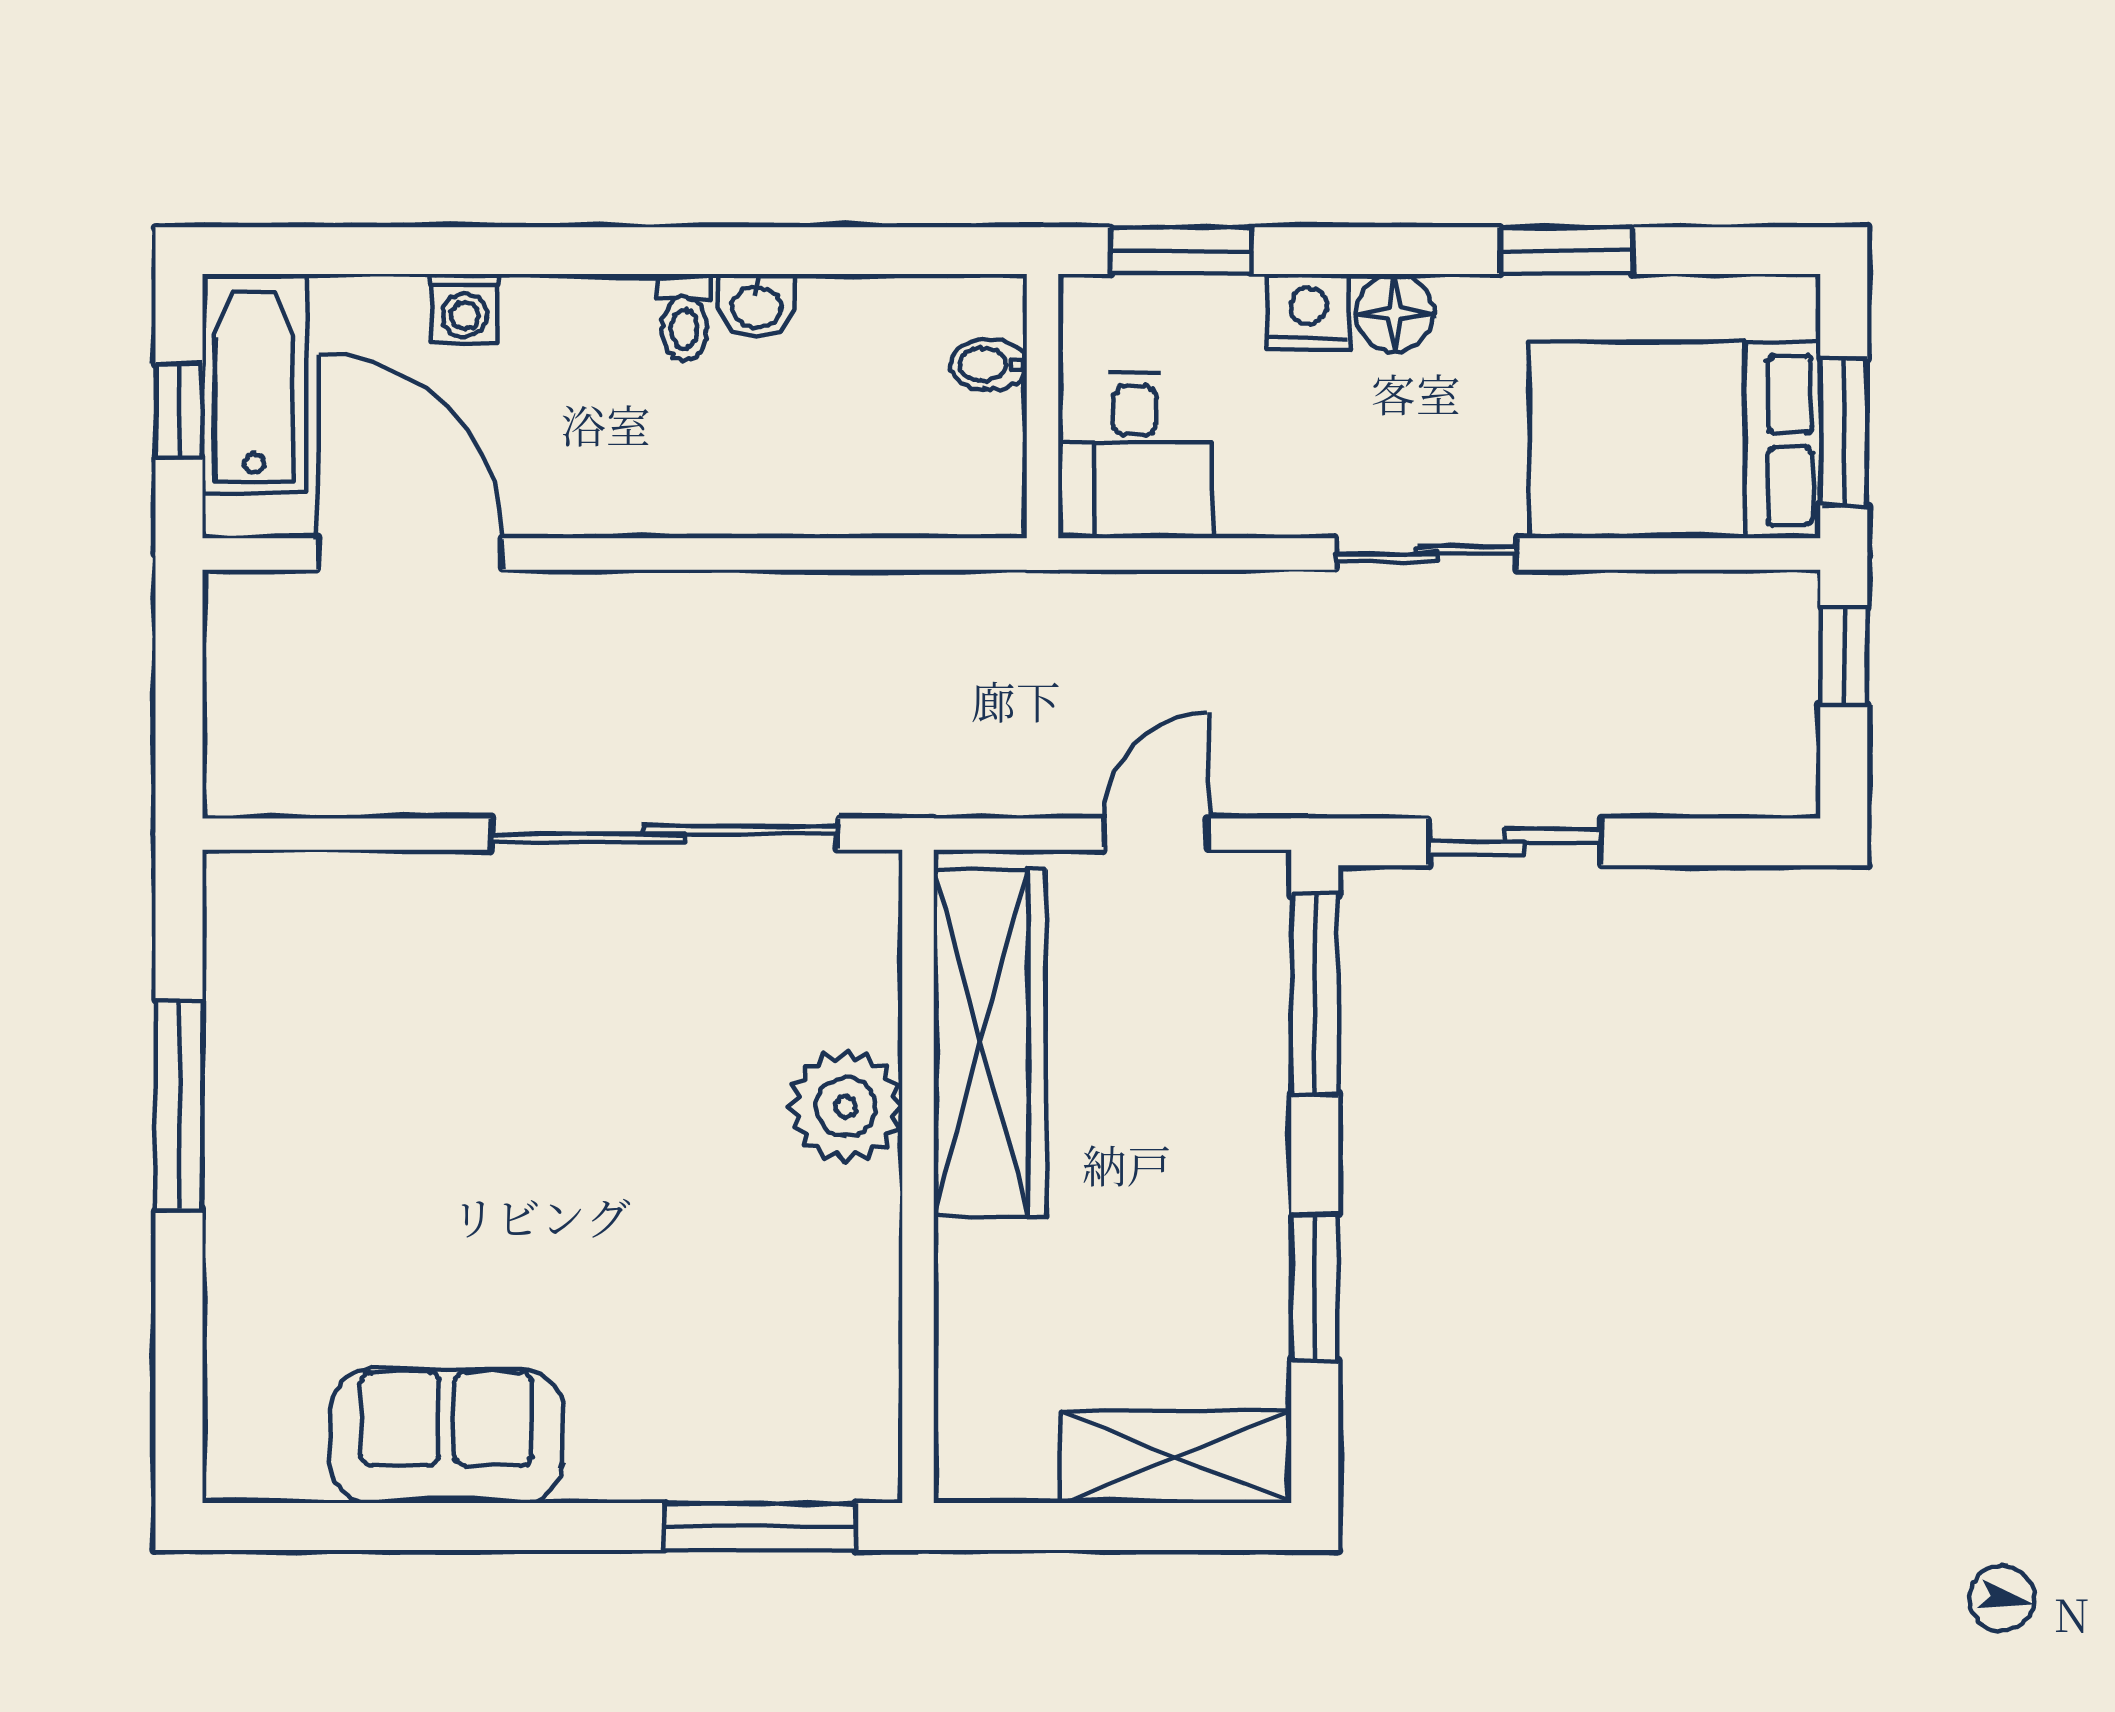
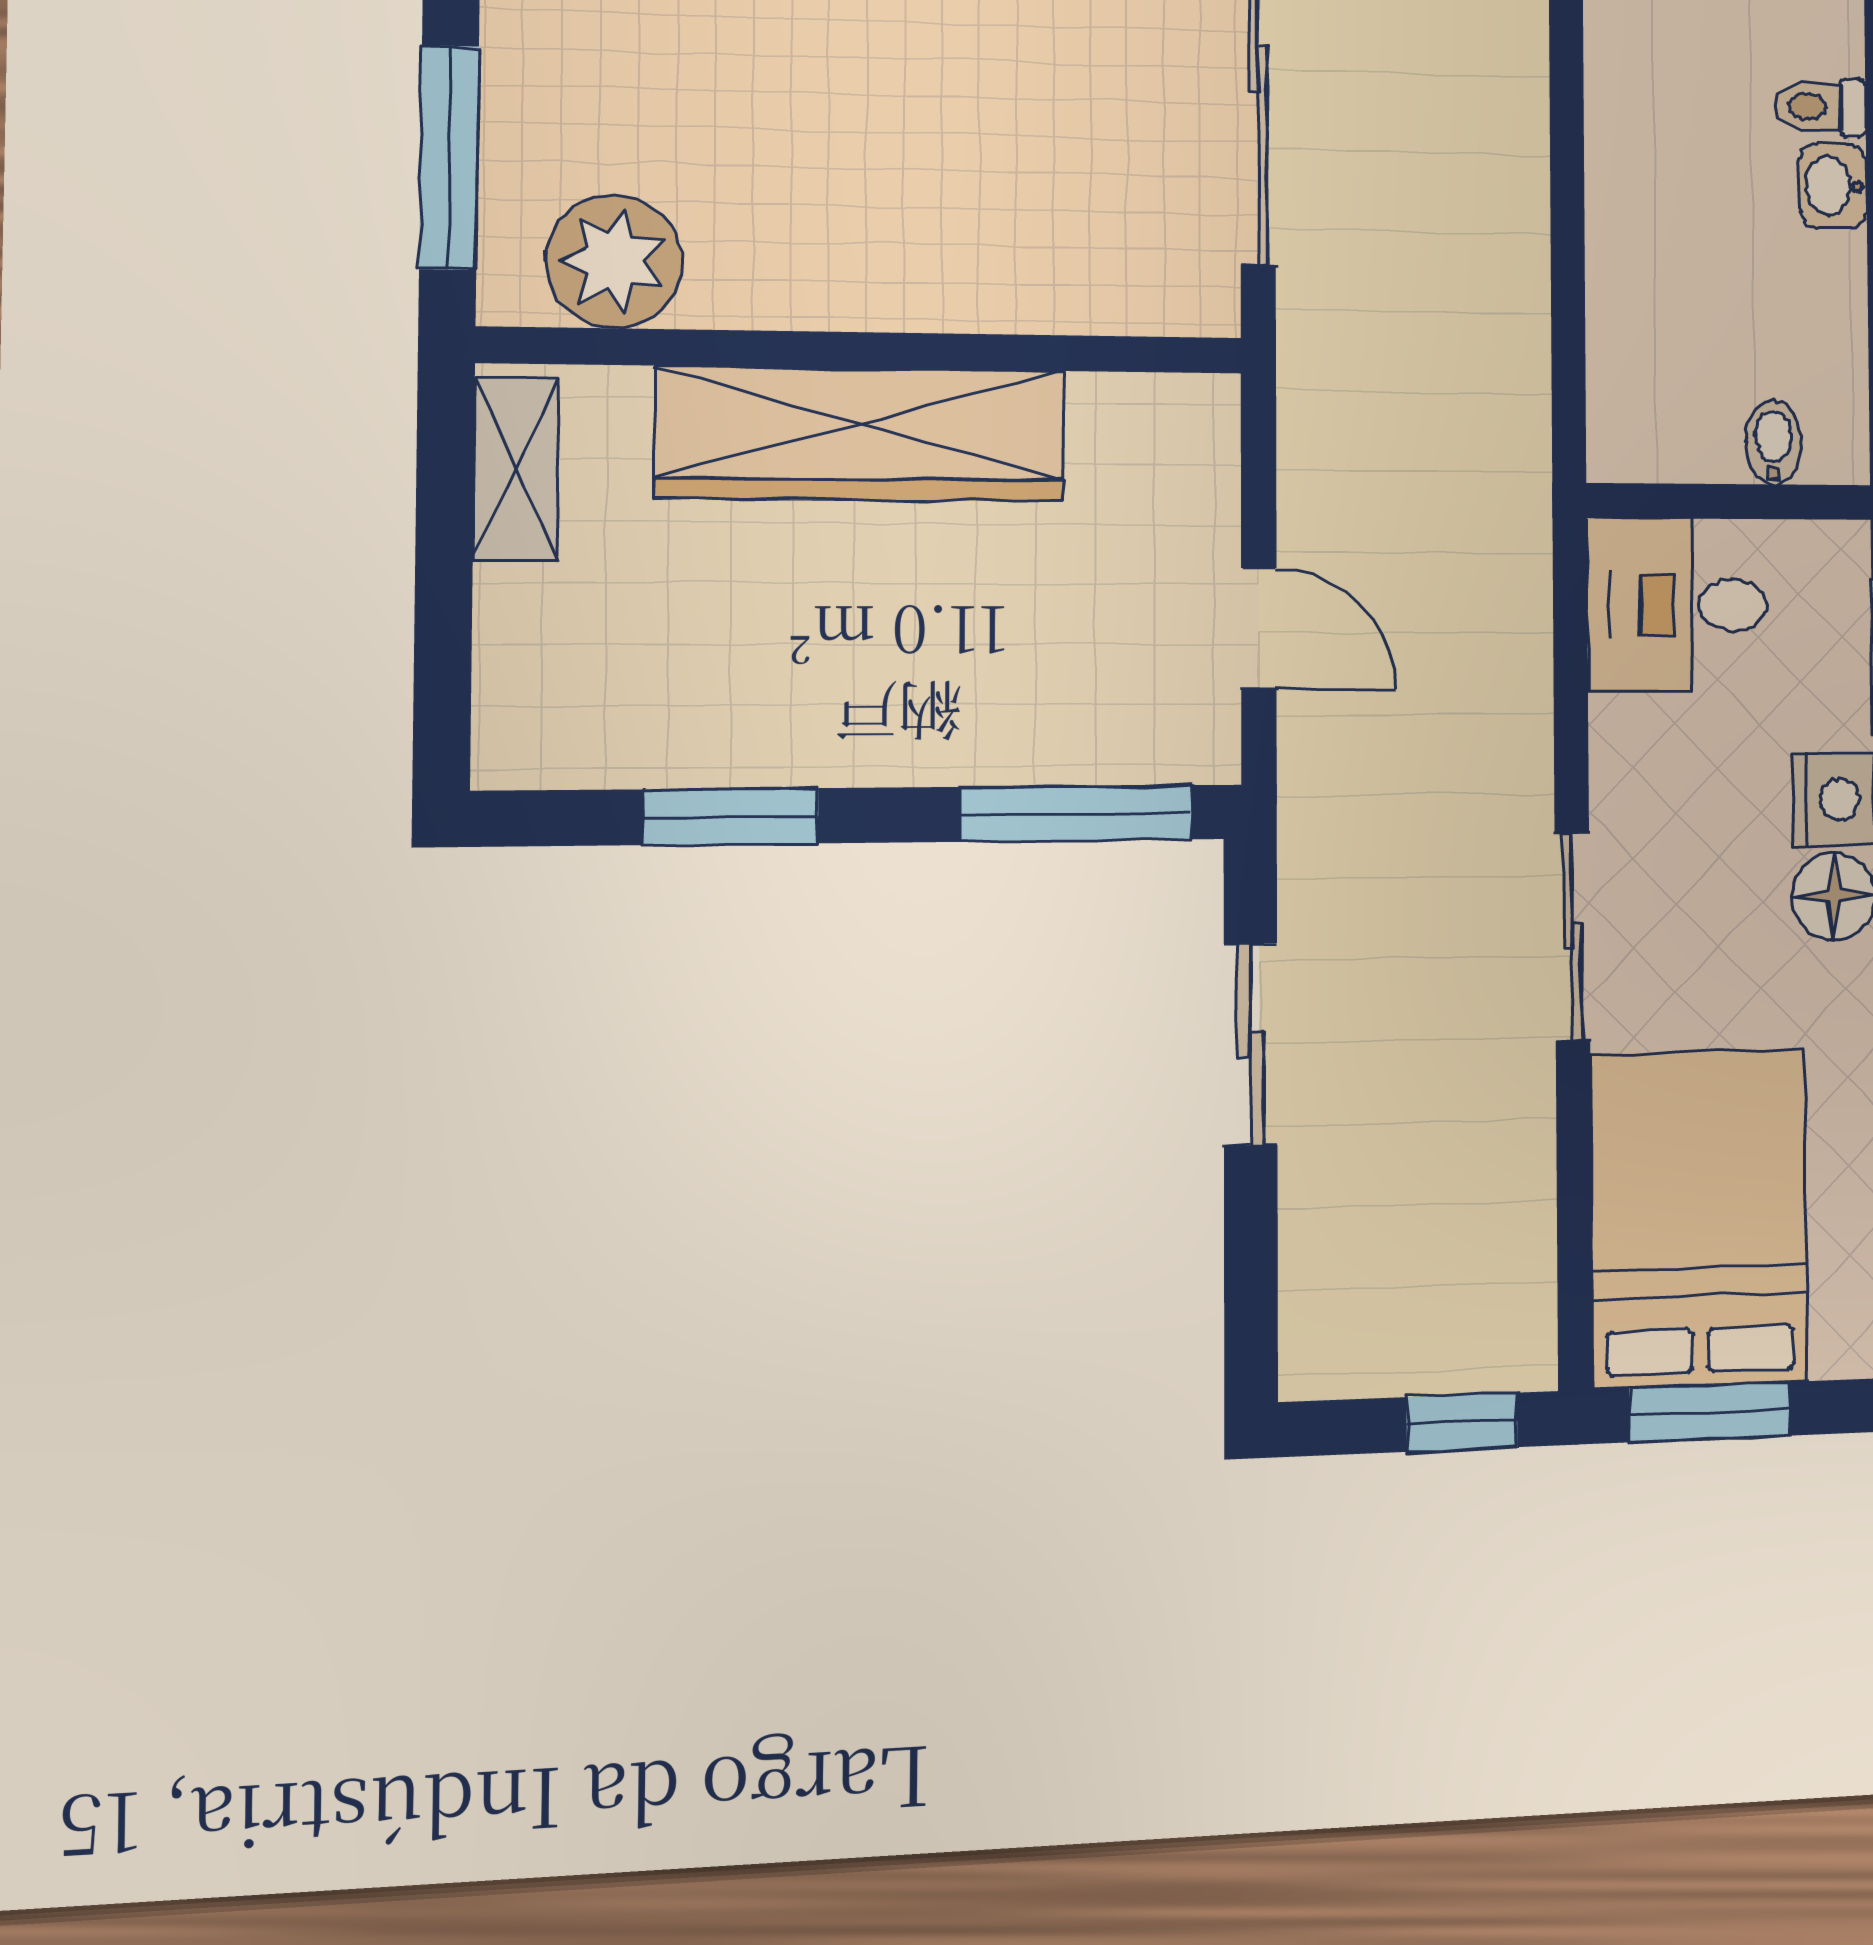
wardrobe: (990, 1043) -> (861, 434), moved
plant: (846, 1106) -> (614, 261), moved
shelving: (1176, 1457) -> (516, 469), moved, width x0.67, depth x0.75

